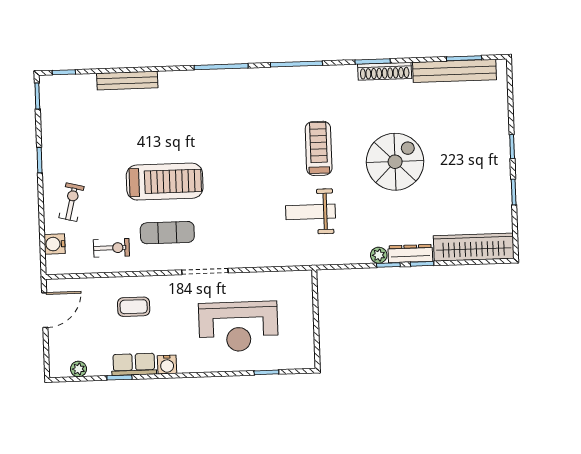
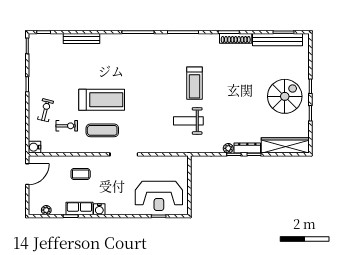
treadmill: (319, 148) -> (195, 83), turned 180
spiral stairs: (395, 162) -> (285, 96), moved
water cooler: (55, 244) -> (35, 147), moved
exercise bike: (111, 248) -> (67, 126), moved
reception desk: (238, 327) -> (159, 196), moved

